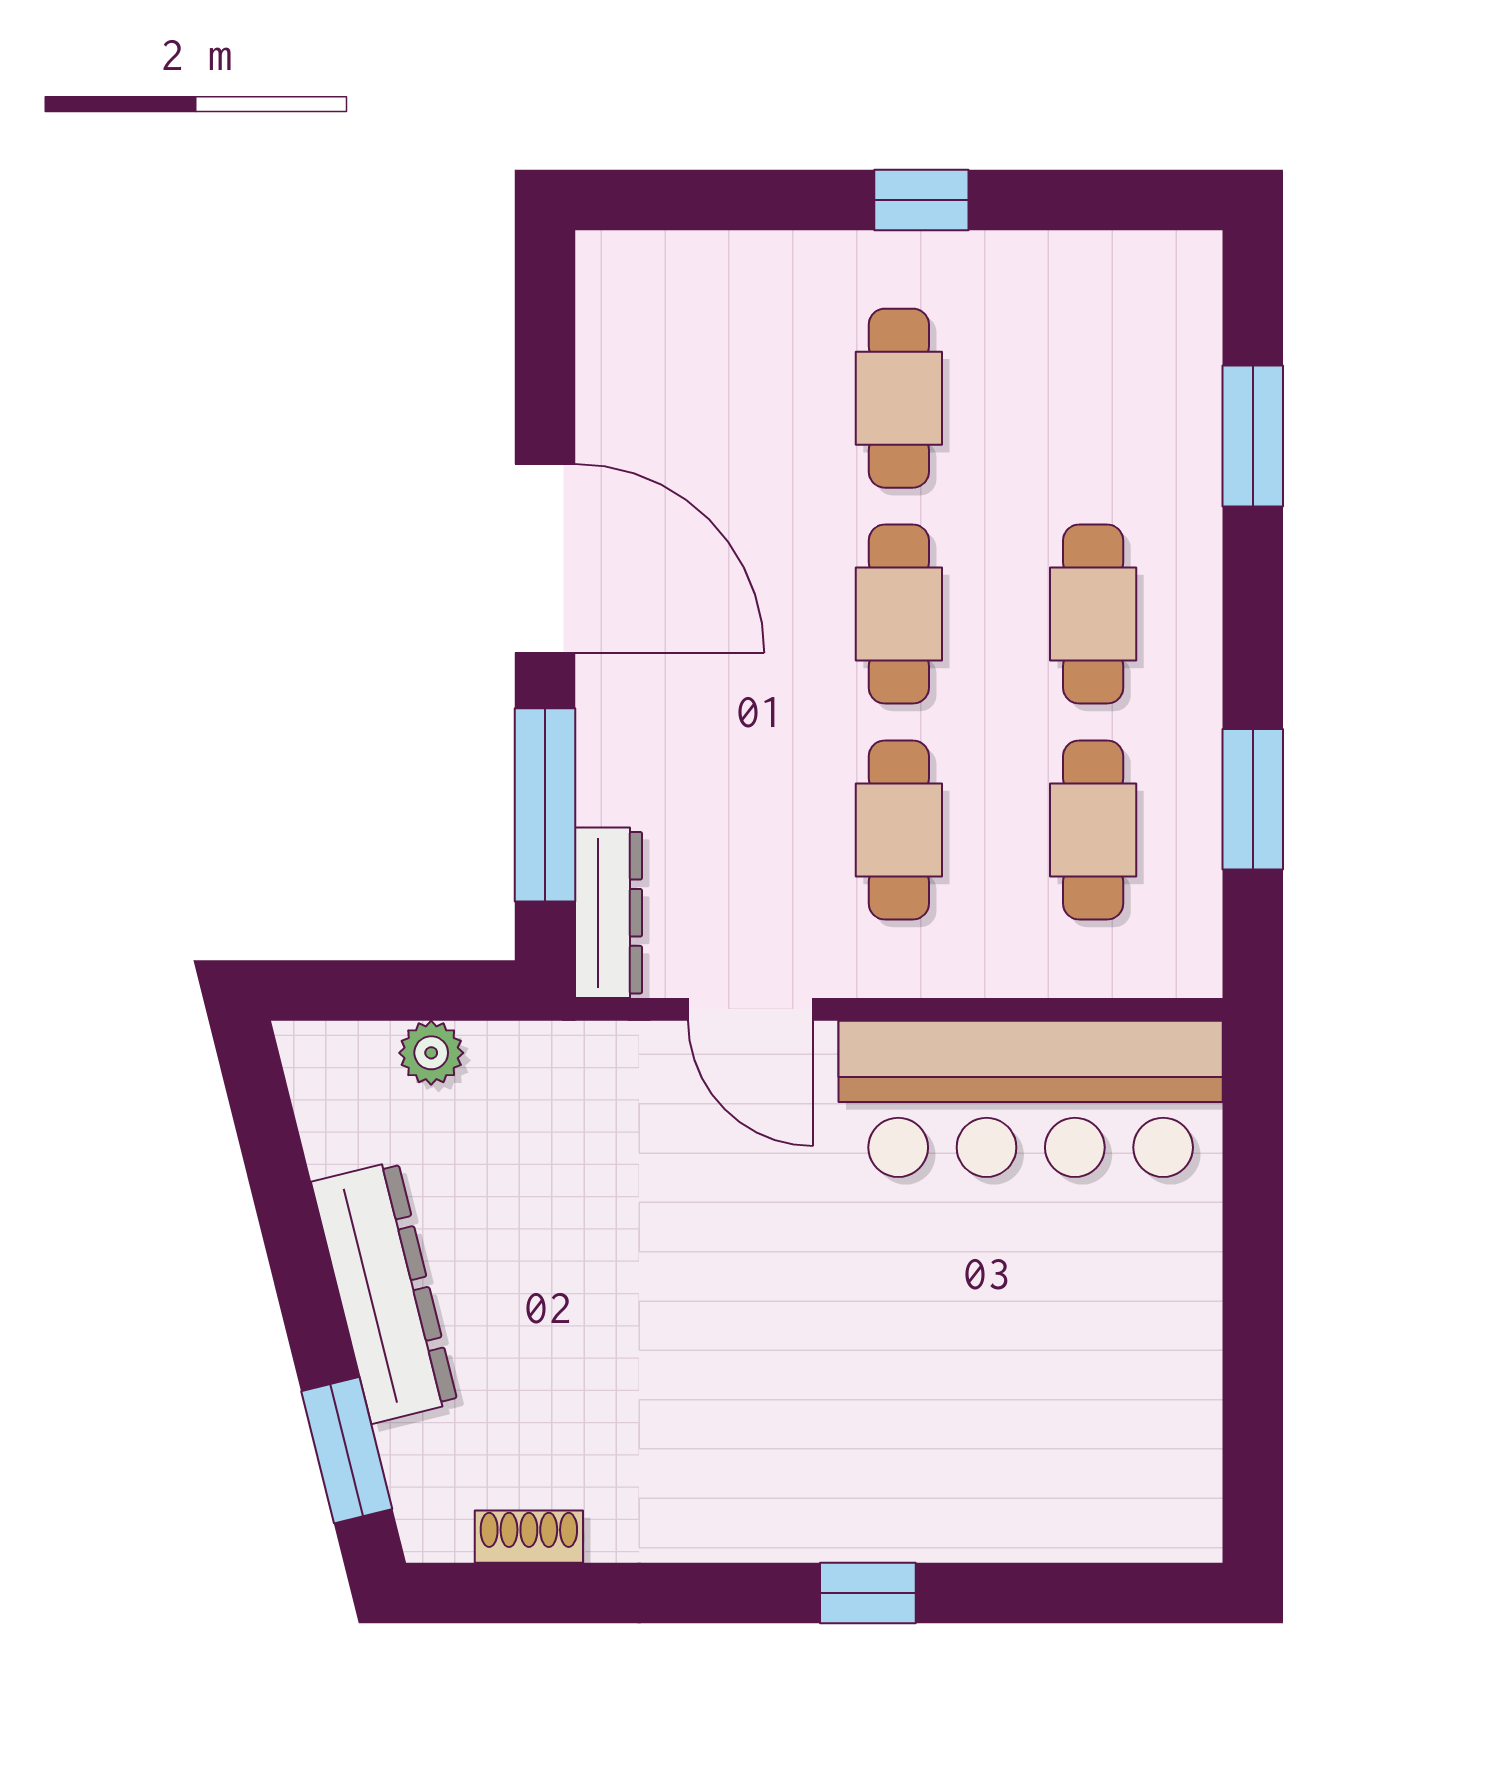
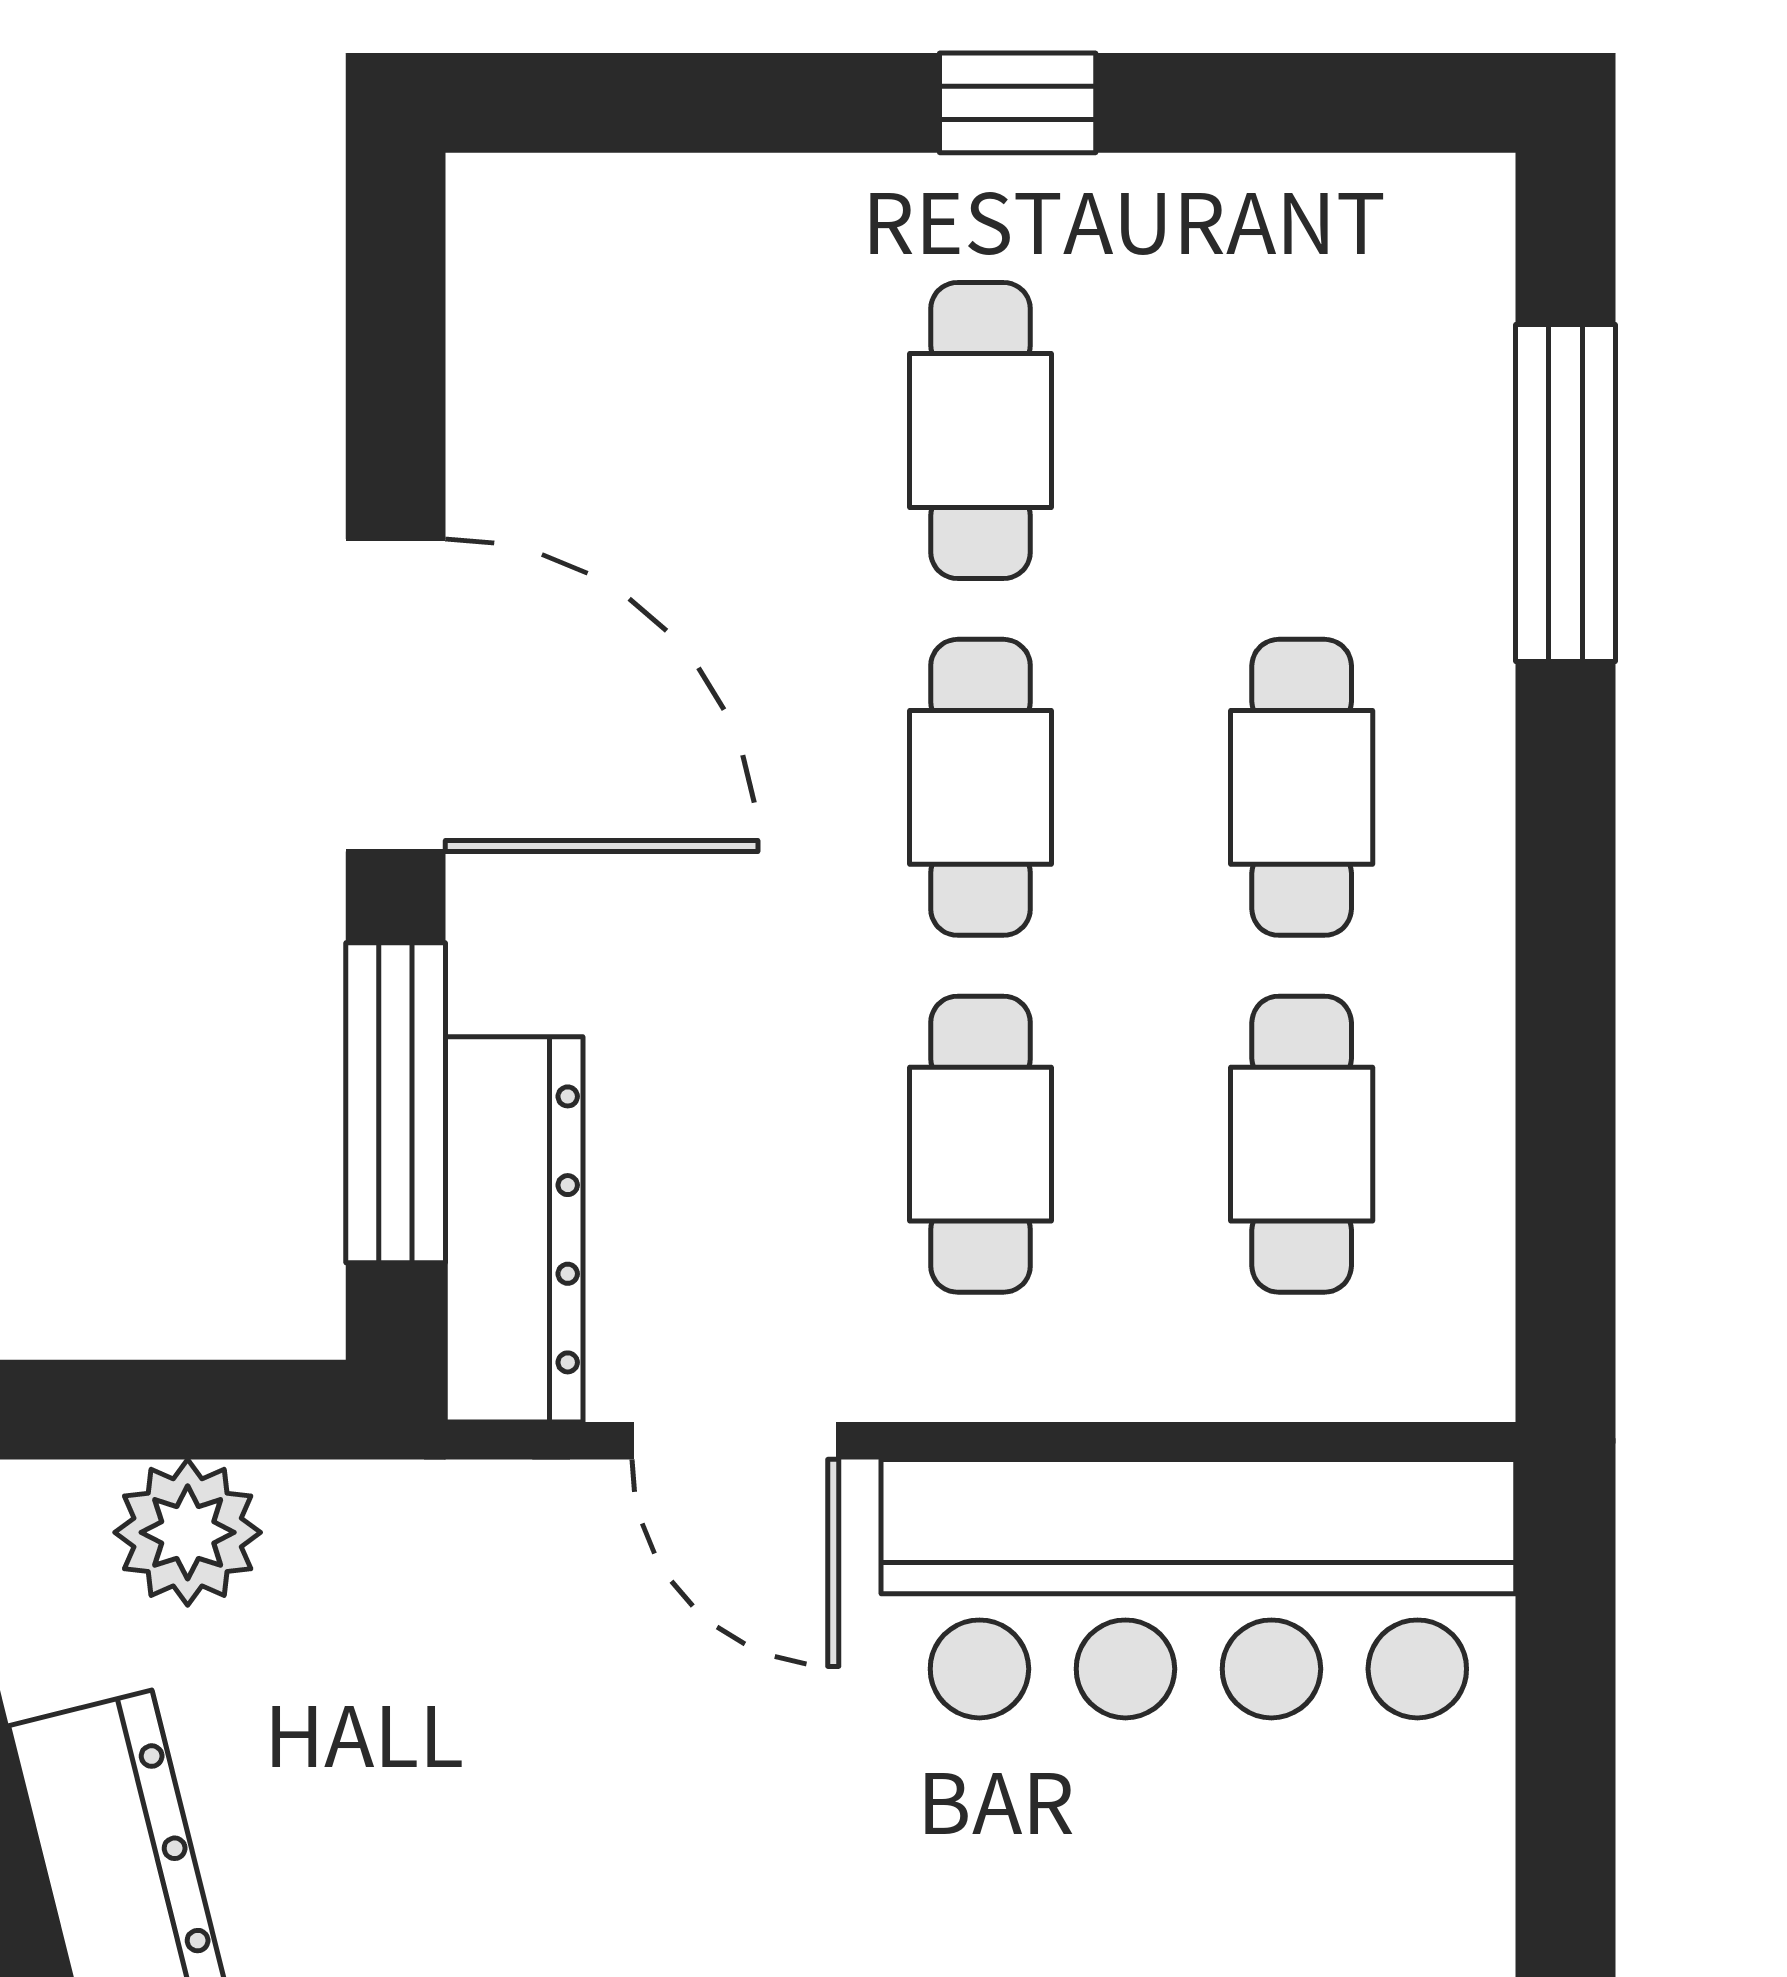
window: (1253, 436) -> (1566, 493), width x1.44
window: (1253, 799) -> (1566, 1094), removed
dresser: (608, 913) -> (514, 1229), width x1.37, depth x1.24
plant: (431, 1053) -> (188, 1532), width x1.38, depth x1.38

